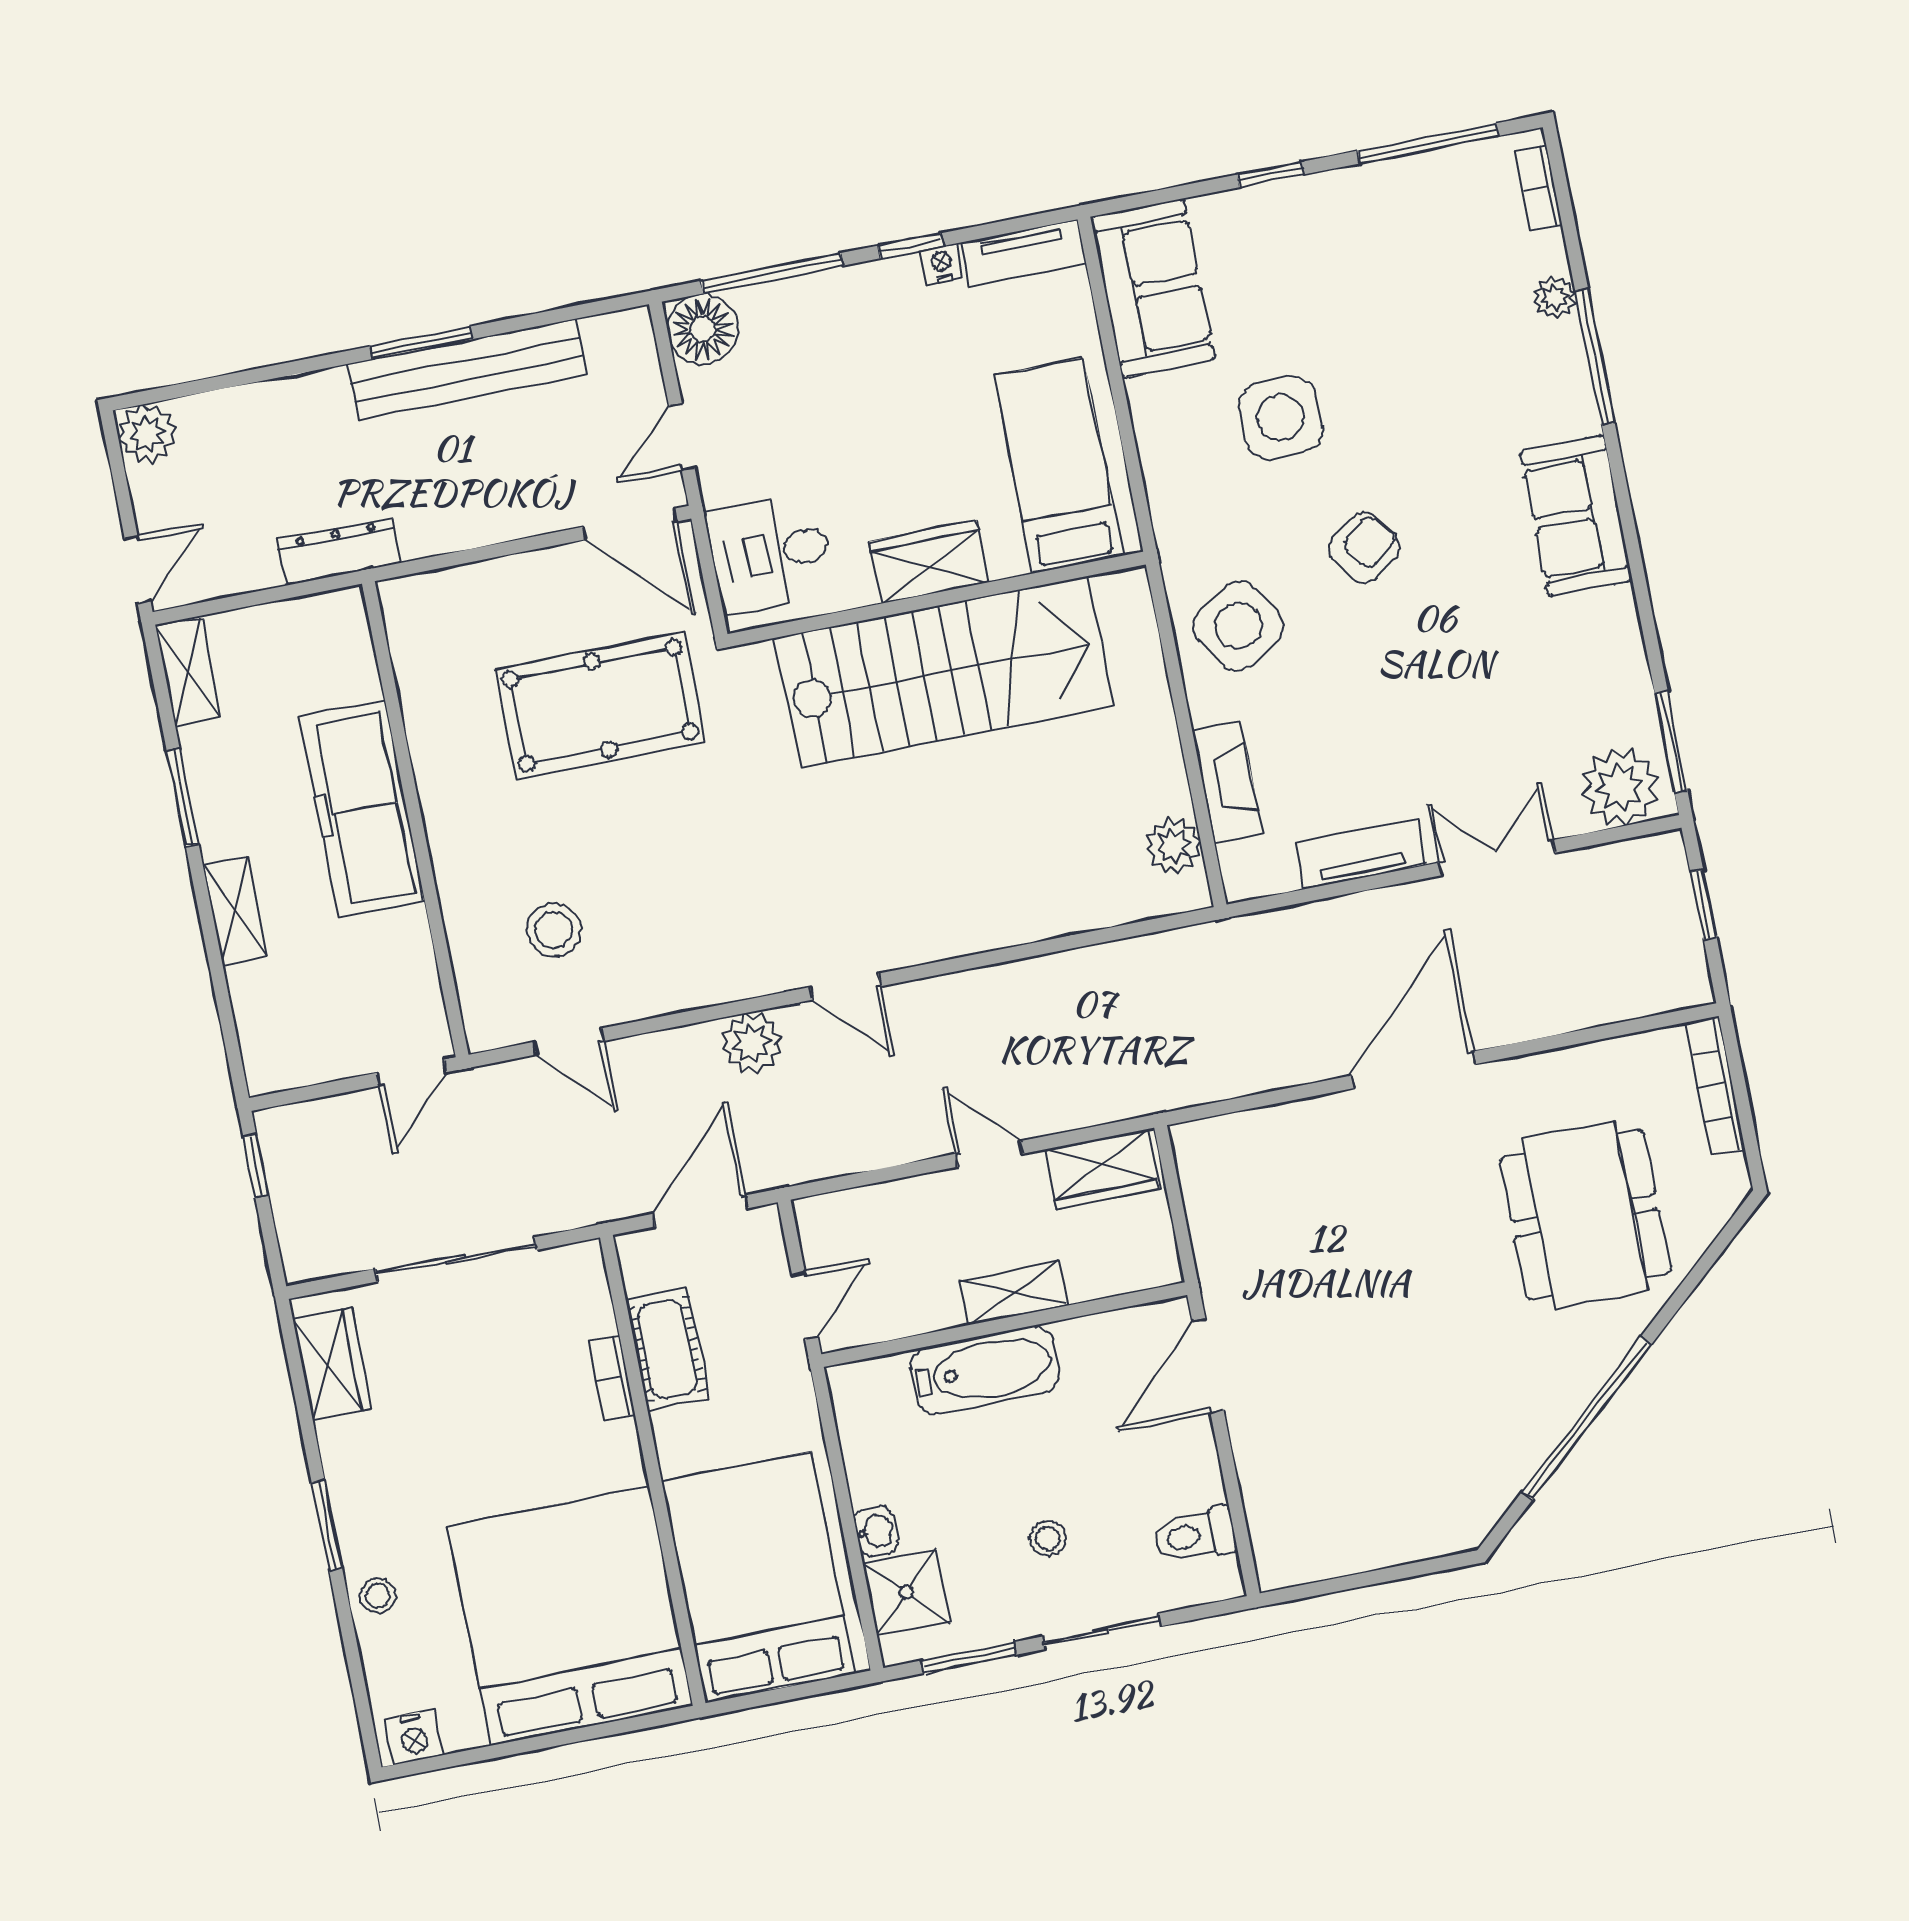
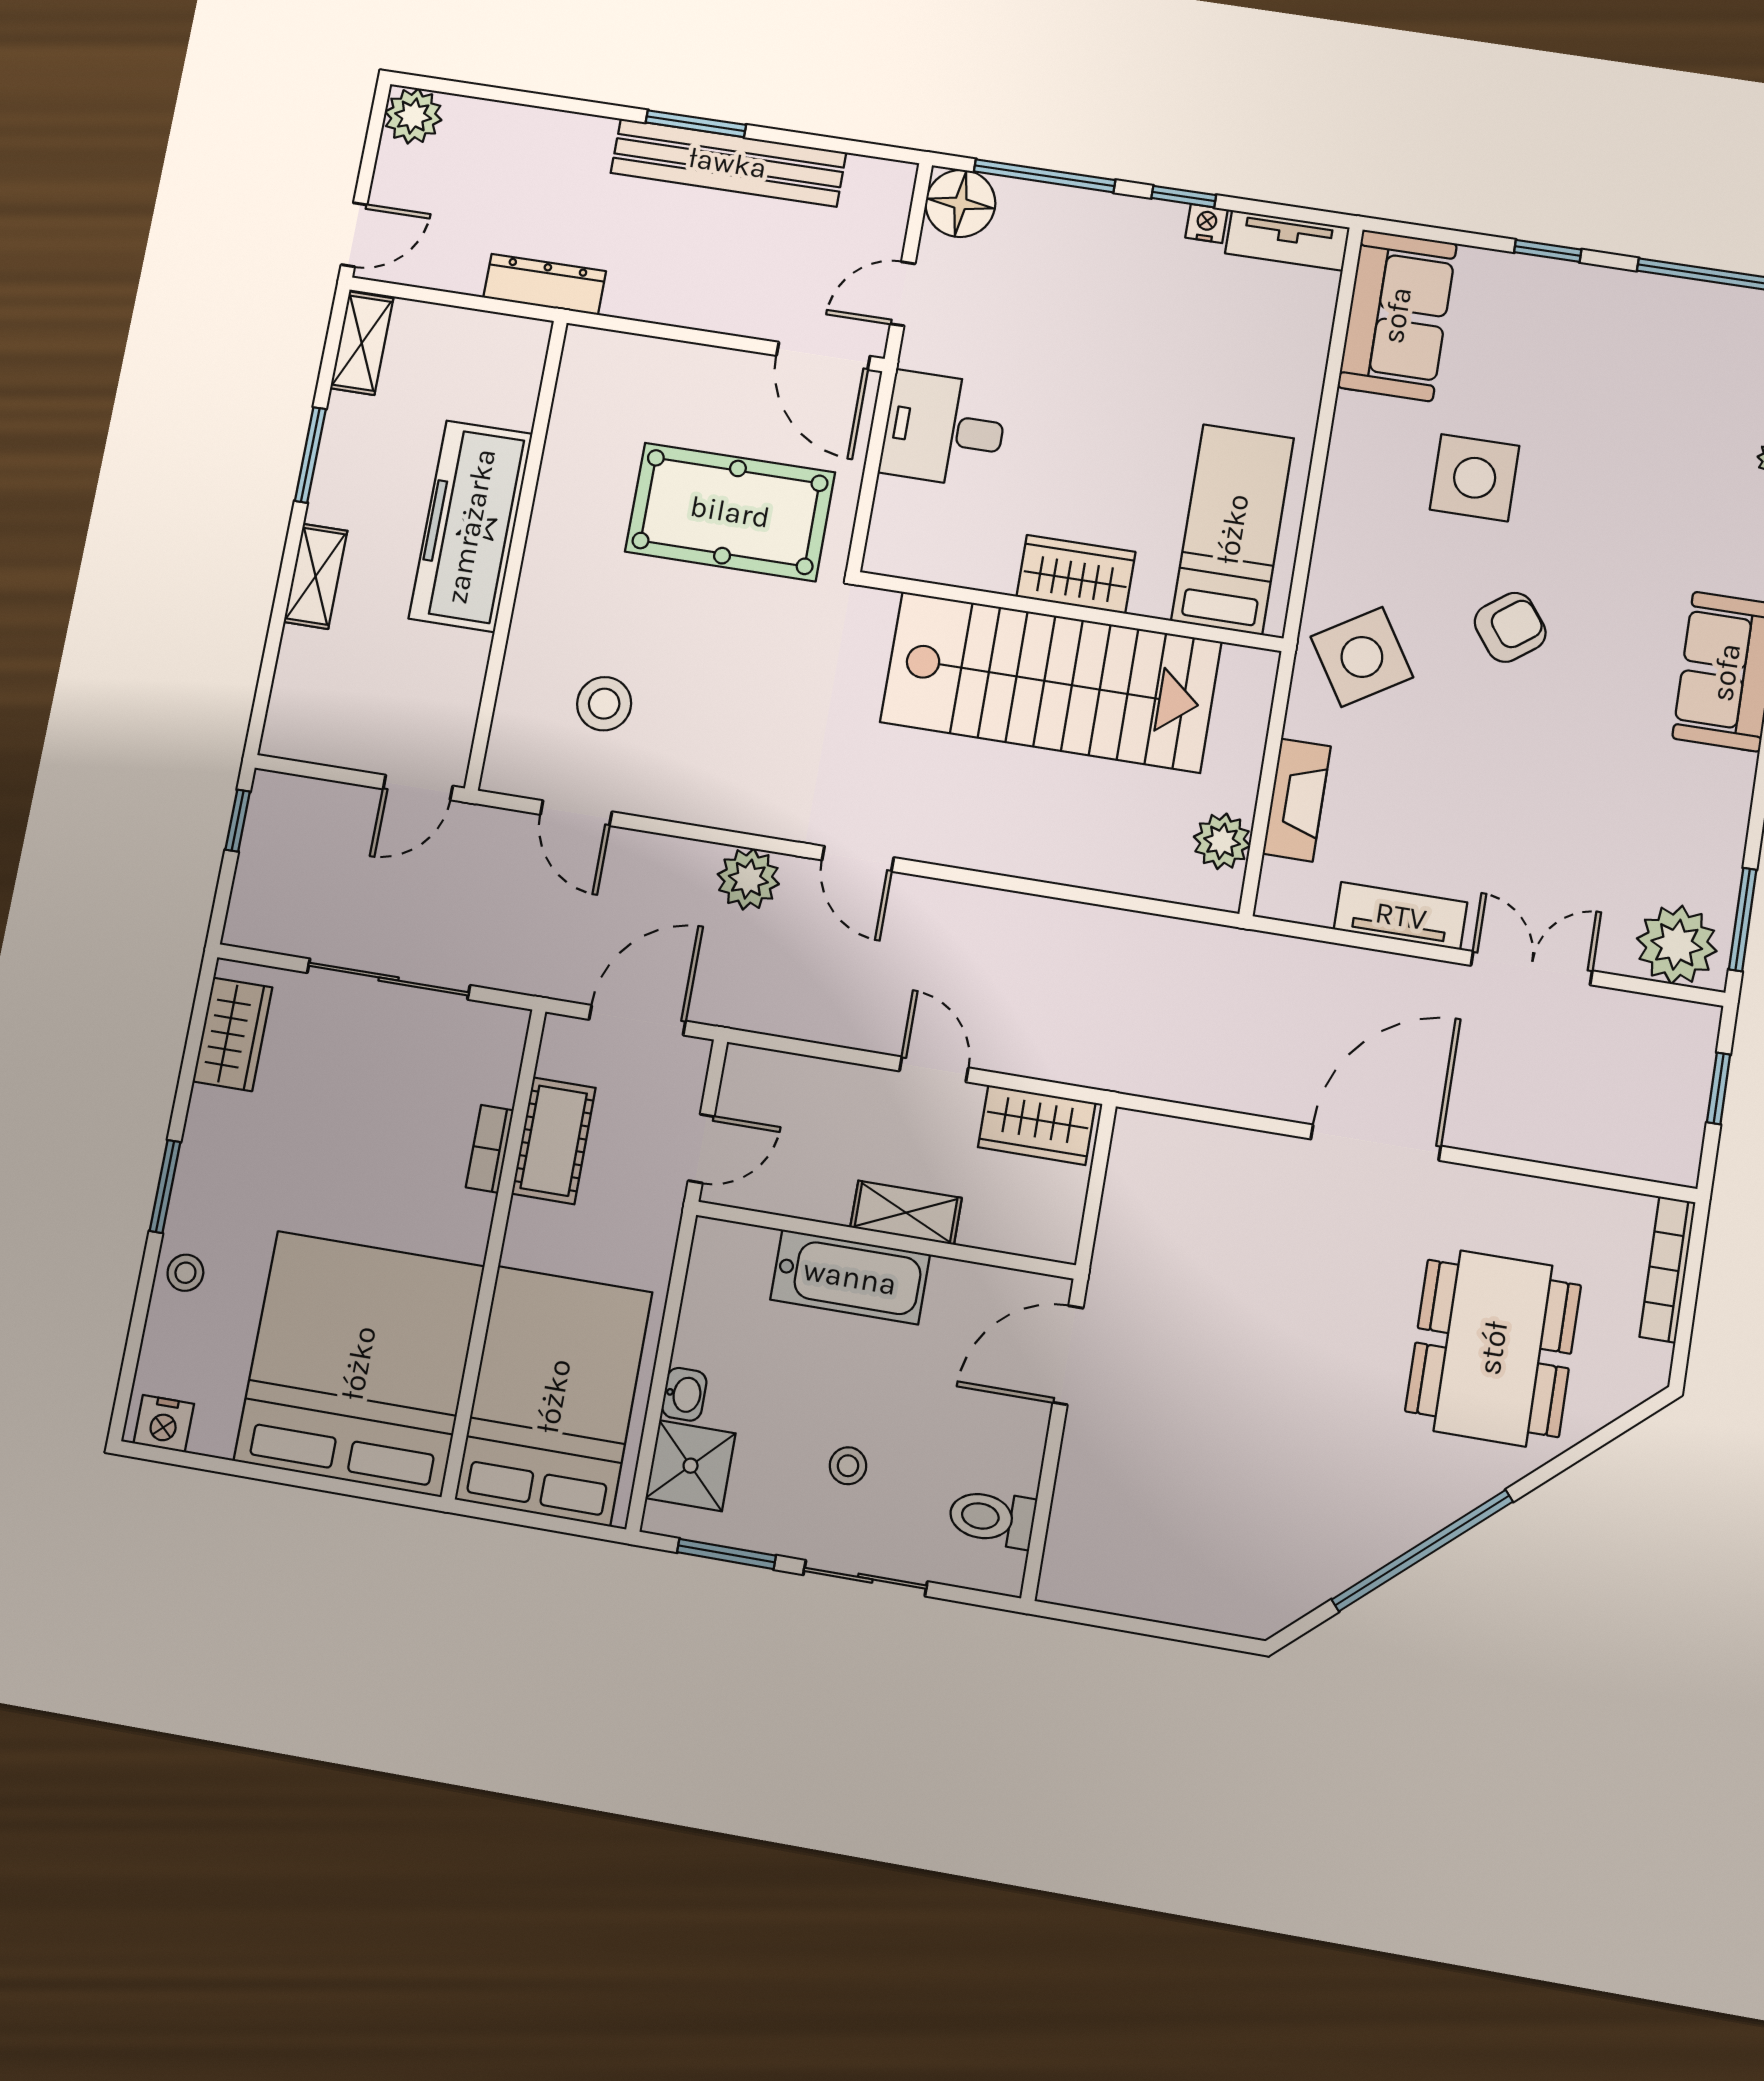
bed: (1058, 466) -> (1233, 529), moved
wardrobe: (929, 562) -> (1076, 574), moved
wall: (937, 599) -> (1070, 611), moved
stairs: (944, 672) -> (1051, 682), moved

